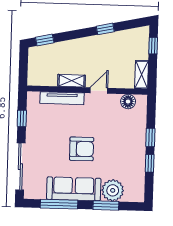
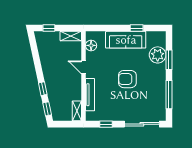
window: (105, 29) -> (43, 89), moved
shelving: (72, 81) -> (77, 111), moved
window: (150, 137) -> (117, 28), removed
armchair: (82, 149) -> (127, 79), turned -90
sofa: (74, 189) -> (126, 40), moved, turned -90

